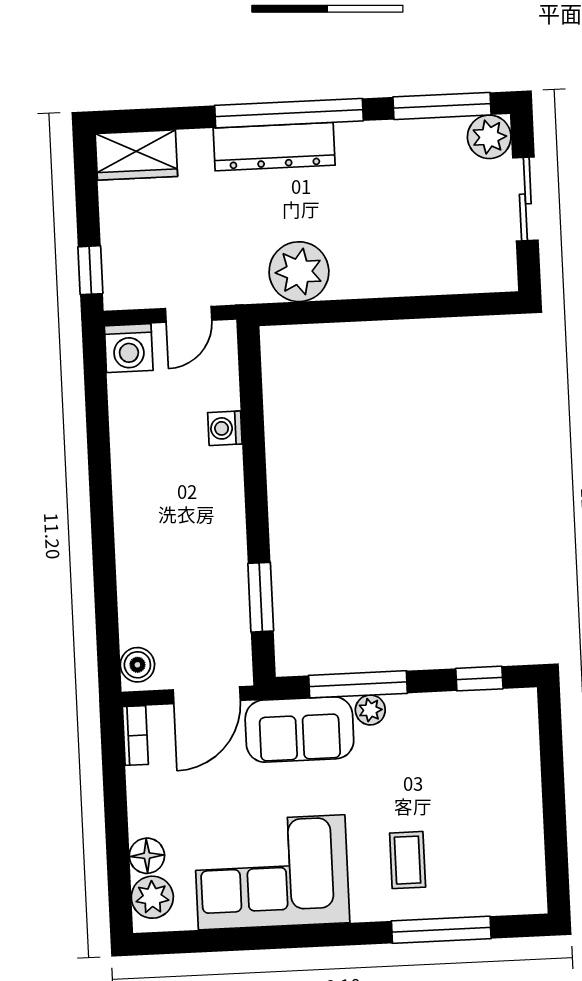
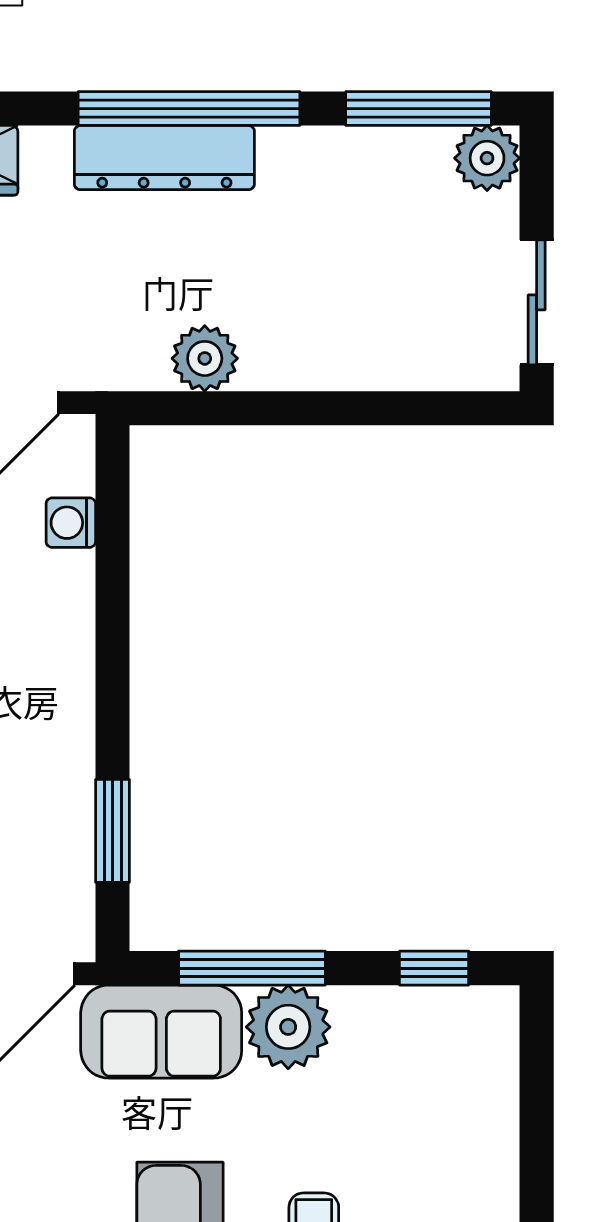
sliding door: (525, 199) -> (537, 302), moved
plant: (299, 272) -> (205, 358), width x0.73, depth x0.73
washing machine: (225, 428) -> (71, 523), moved
plant: (370, 710) -> (288, 1027), width x1.87, depth x1.87

